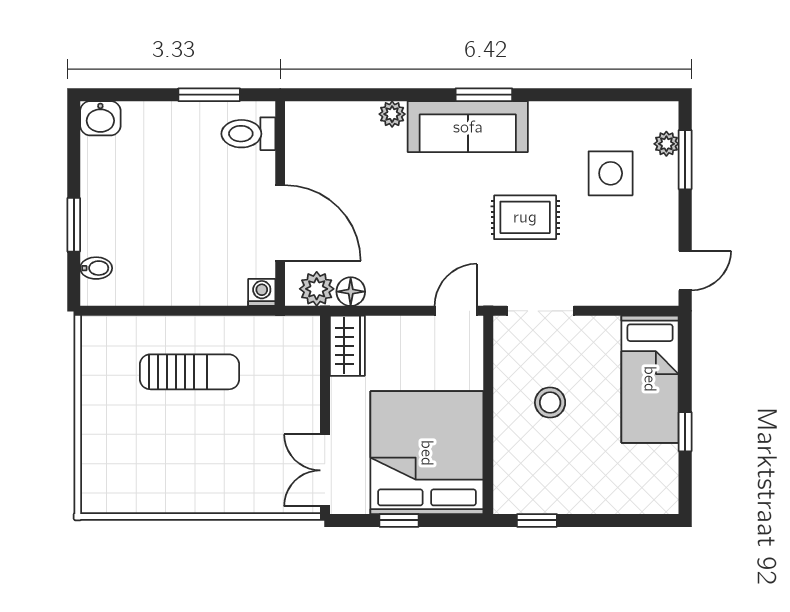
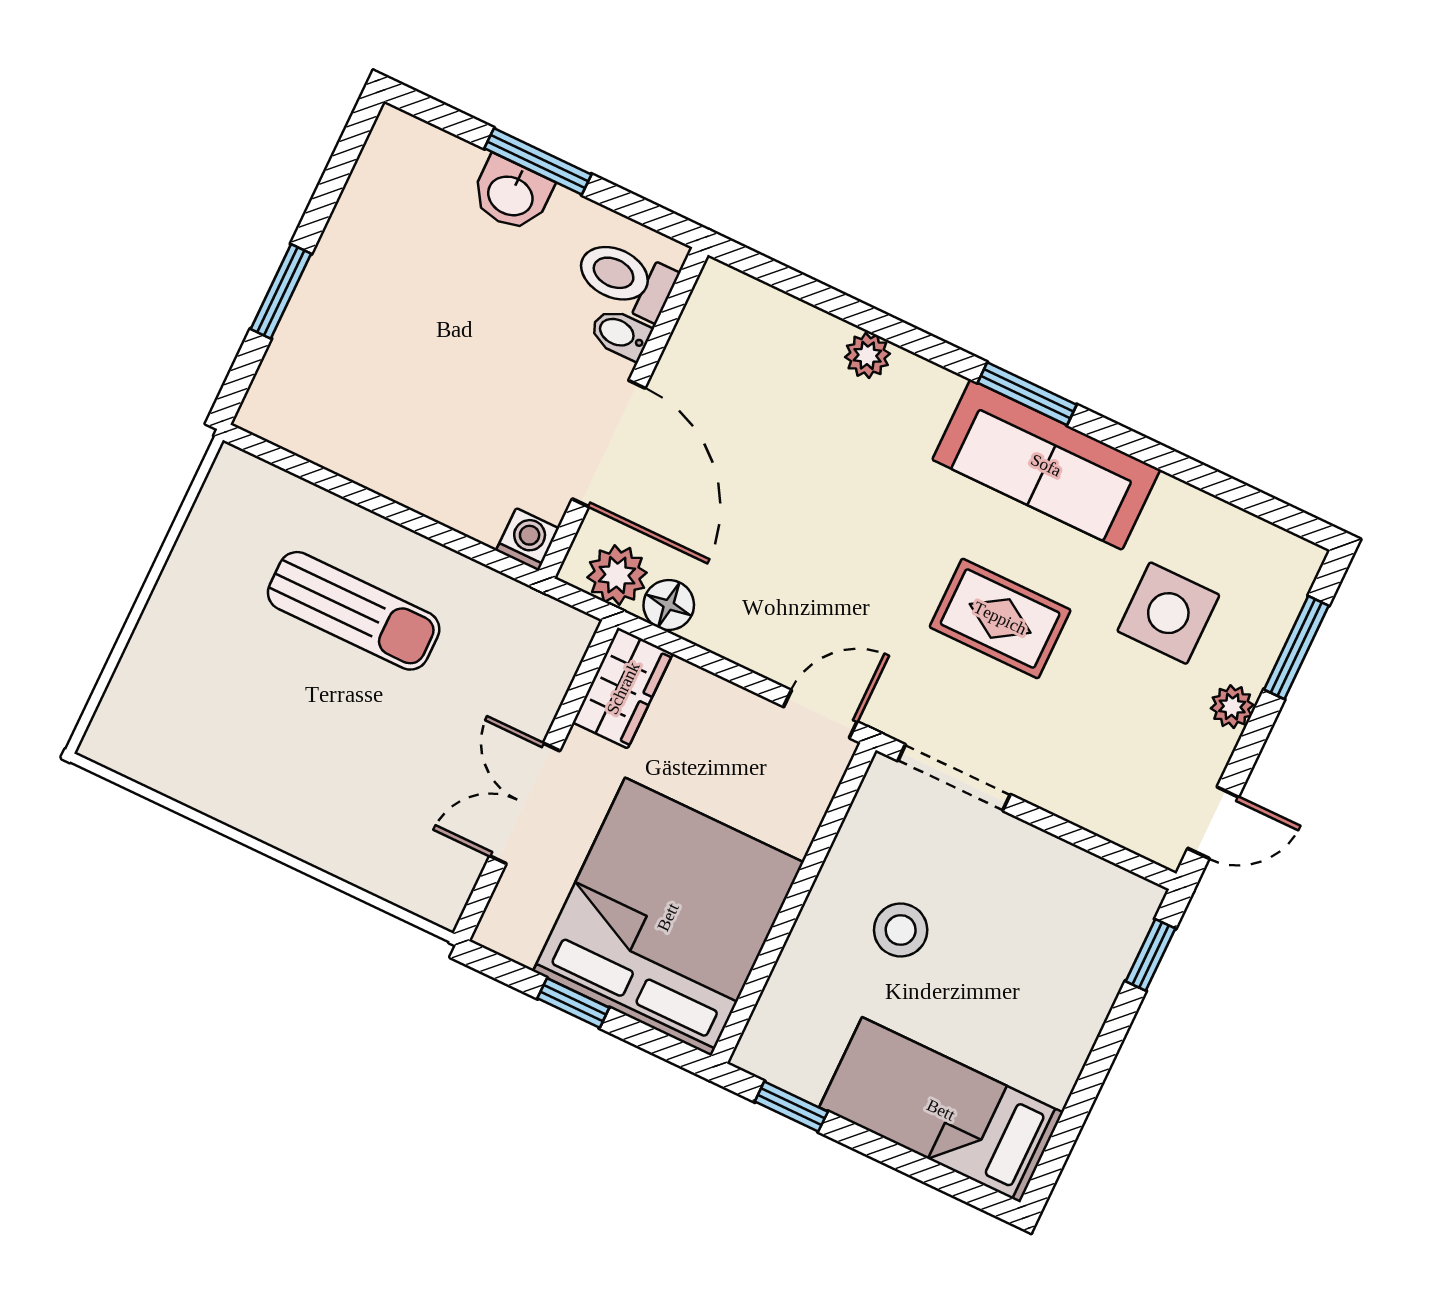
window: (209, 95) -> (538, 161), moved
washbasin: (100, 118) -> (511, 194), moved
sofa: (468, 127) -> (1046, 465), moved
plant: (666, 144) -> (1232, 707), moved
bidet: (96, 268) -> (620, 334), moved, turned 180
bed: (650, 379) -> (941, 1110), moved, turned 90
window: (685, 432) -> (1150, 955), moved
double door: (325, 470) -> (525, 803), moved

